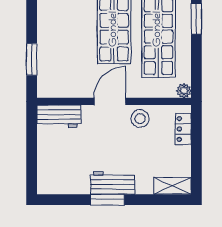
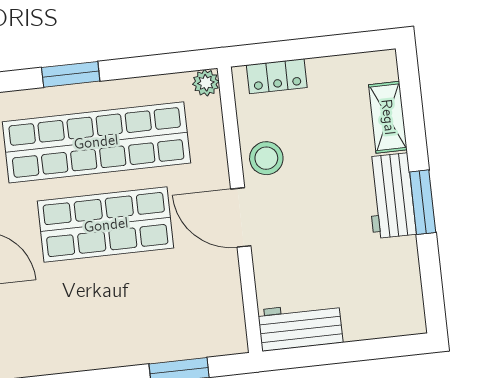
workbench: (59, 116) -> (300, 326), moved, turned -90
shelving: (173, 186) -> (388, 117), moved

